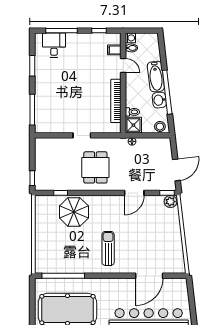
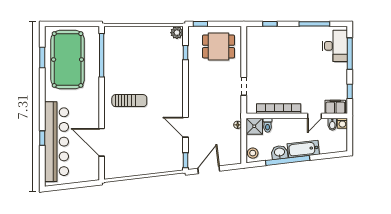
desk: (54, 45) -> (335, 46), width x1.37
filing cabinet: (114, 50) -> (335, 107), width x2.00
window: (32, 66) -> (314, 24), width x1.44
window: (32, 110) -> (270, 24), width x0.46
doorway: (82, 135) -> (244, 86), moved
dining table: (95, 167) -> (219, 46), moved
door: (176, 170) -> (209, 170), swing flipped
plant: (170, 202) -> (177, 33), moved
parasol: (74, 212) -> (166, 66), removed

